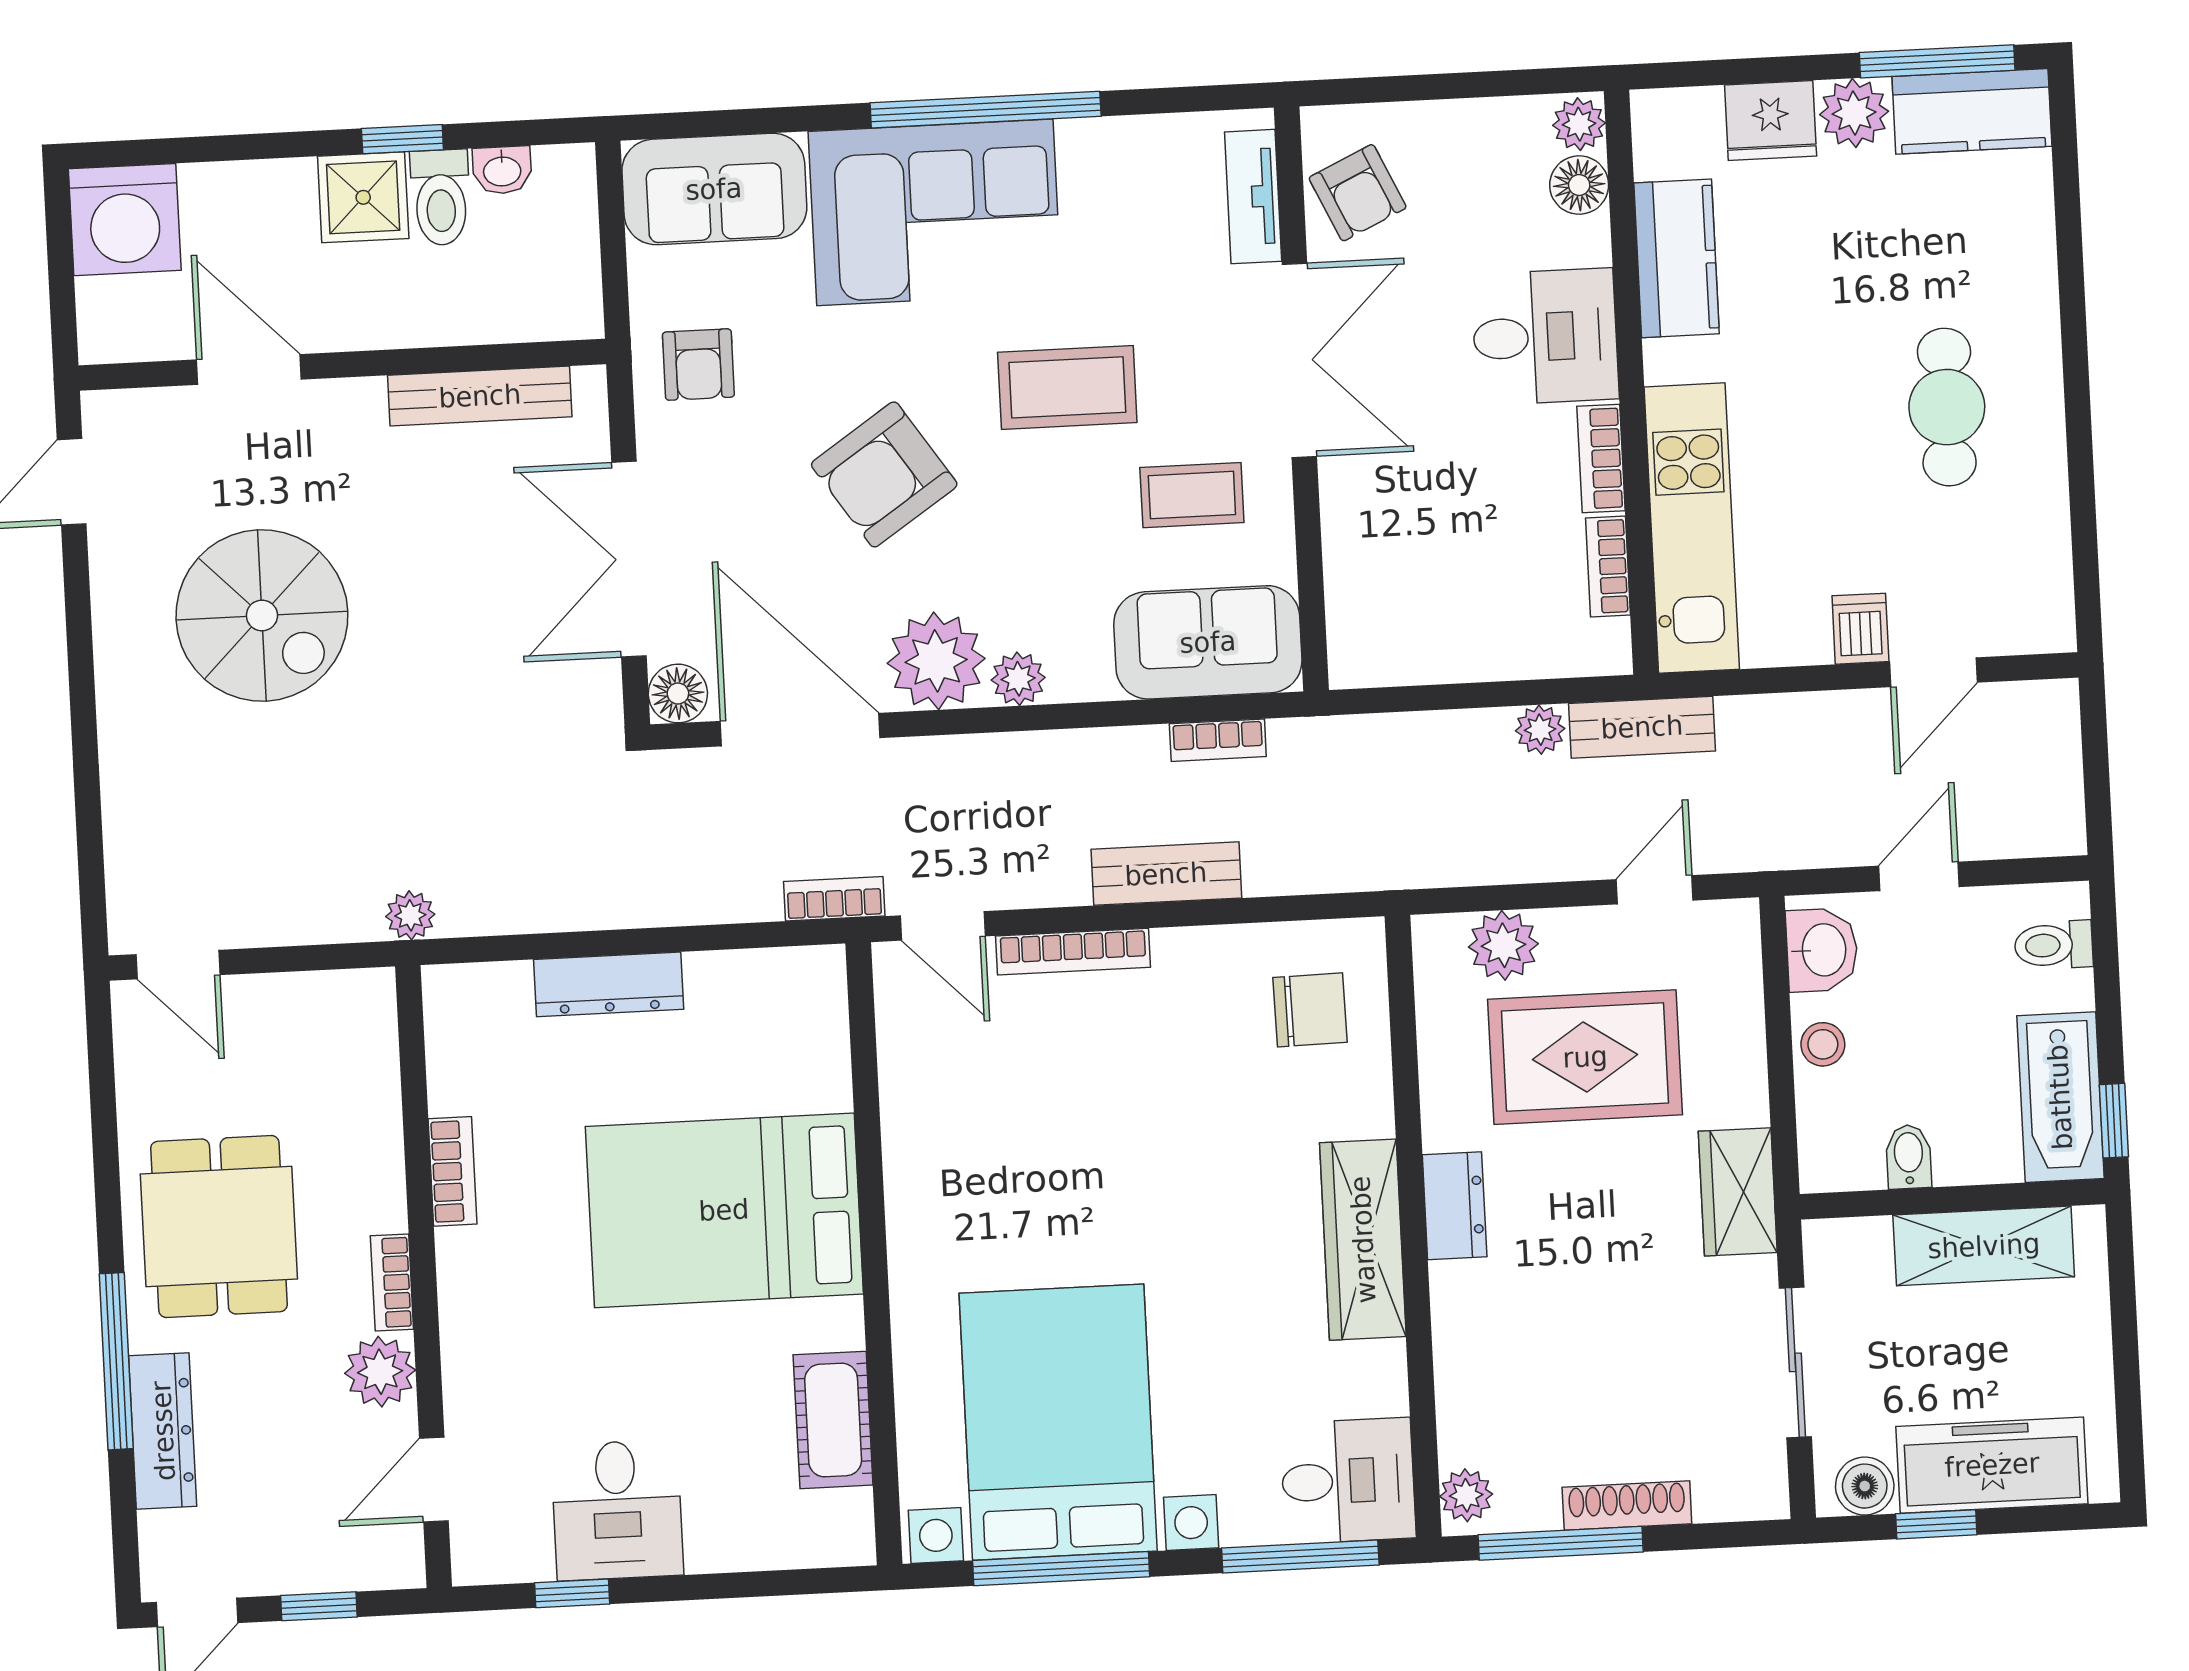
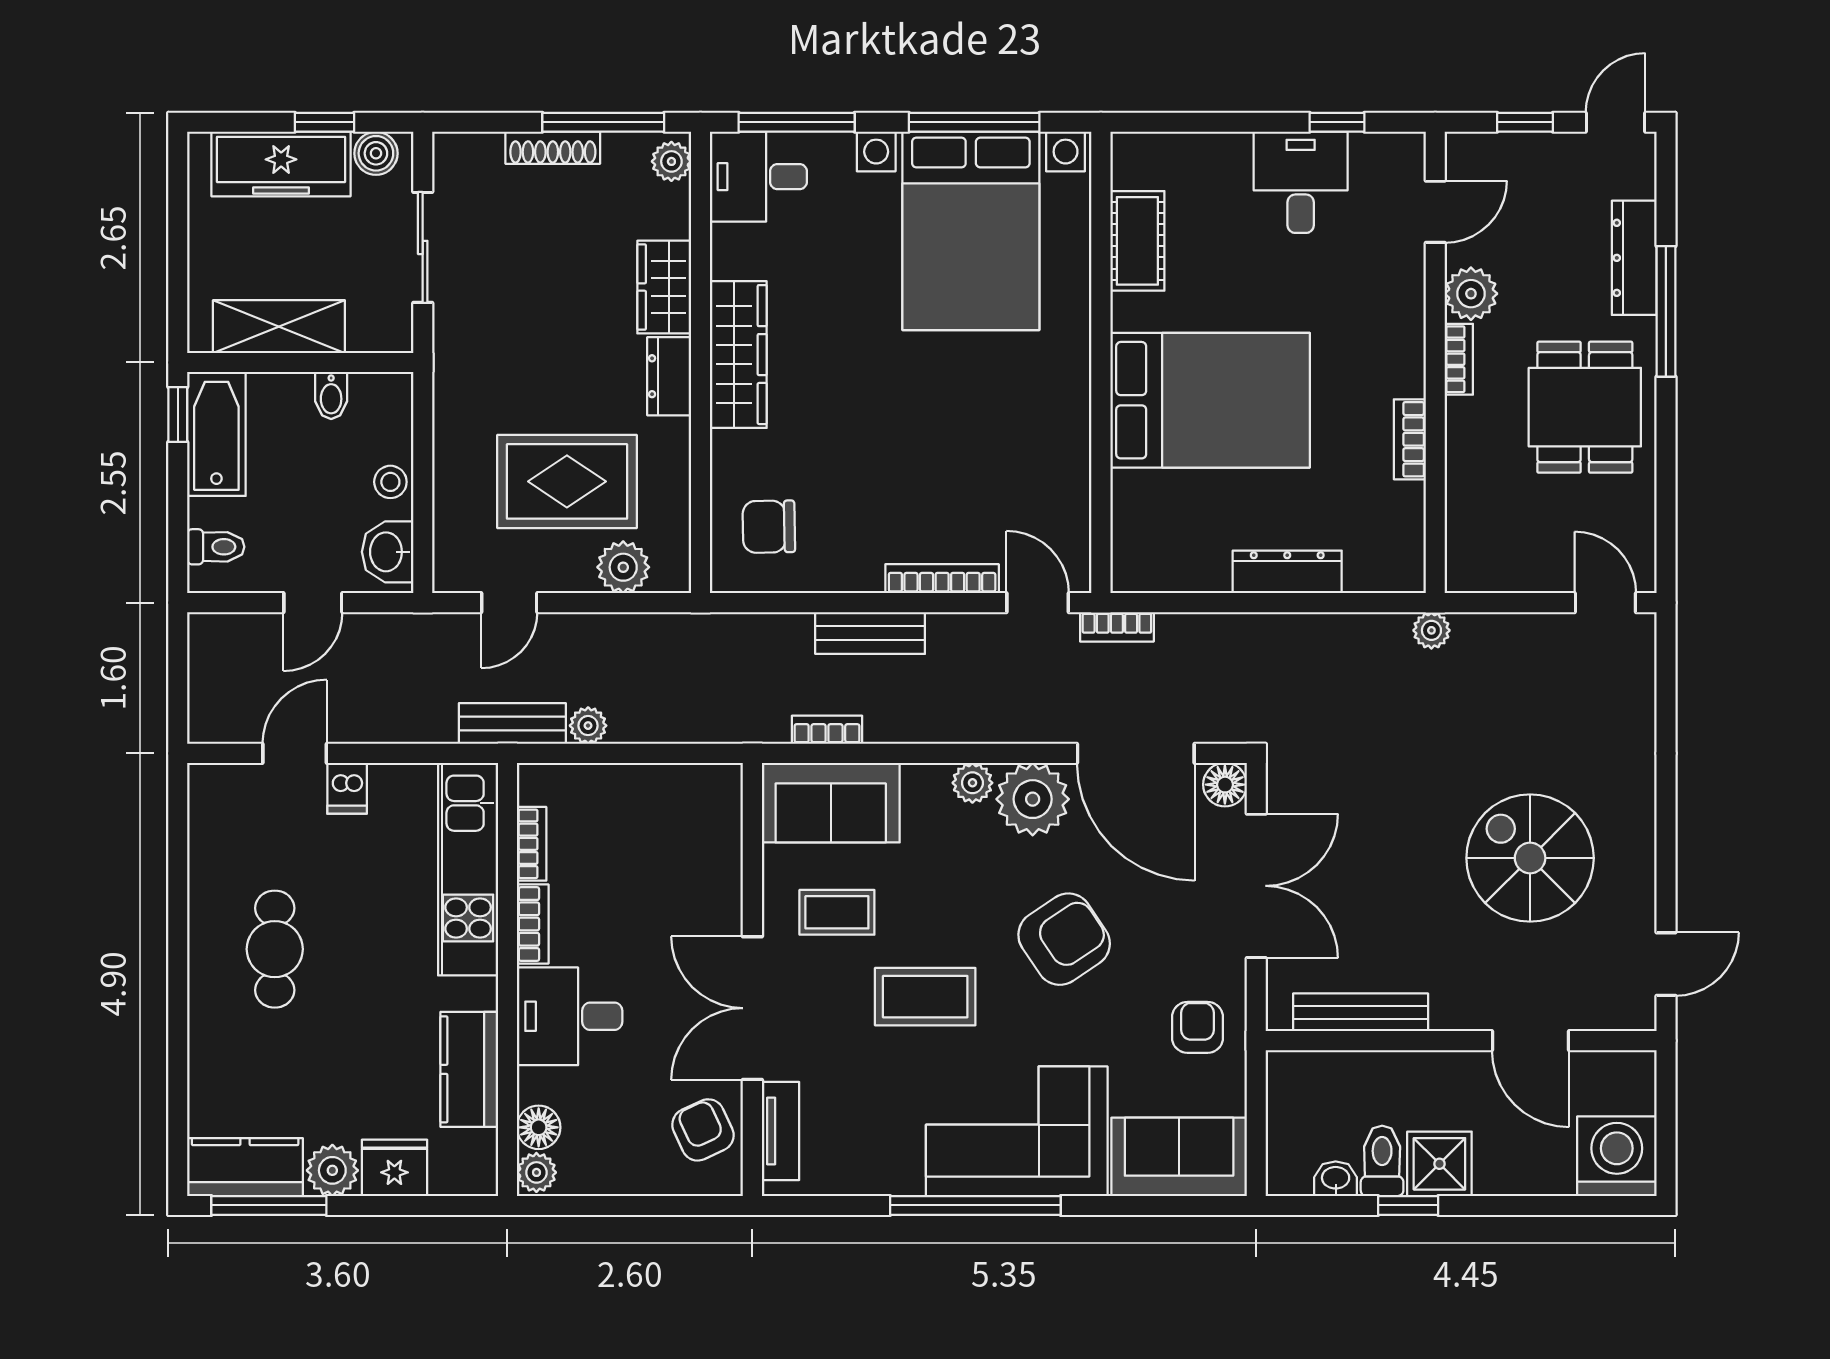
wardrobe: (1738, 1192) -> (664, 287), moved, turned 180

